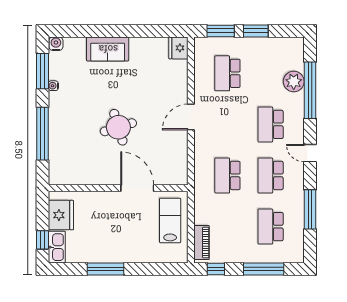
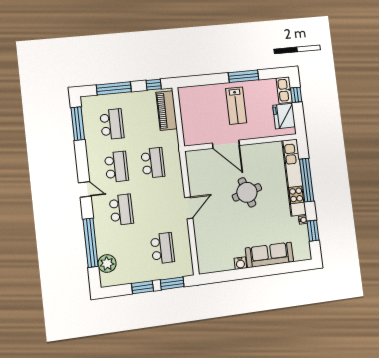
water cooler: (56, 44) -> (240, 263), moved
fridge: (178, 48) -> (206, 264), removed
sofa: (108, 49) -> (269, 255), width x1.36
window: (42, 71) -> (313, 231), width x0.69
plant: (294, 82) -> (107, 264), moved
kitchen unit: (58, 139) -> (294, 177), added
window: (310, 209) -> (78, 124), moved
lab bench: (170, 220) -> (236, 106), moved
piano: (202, 243) -> (167, 111), width x1.37, depth x1.33

